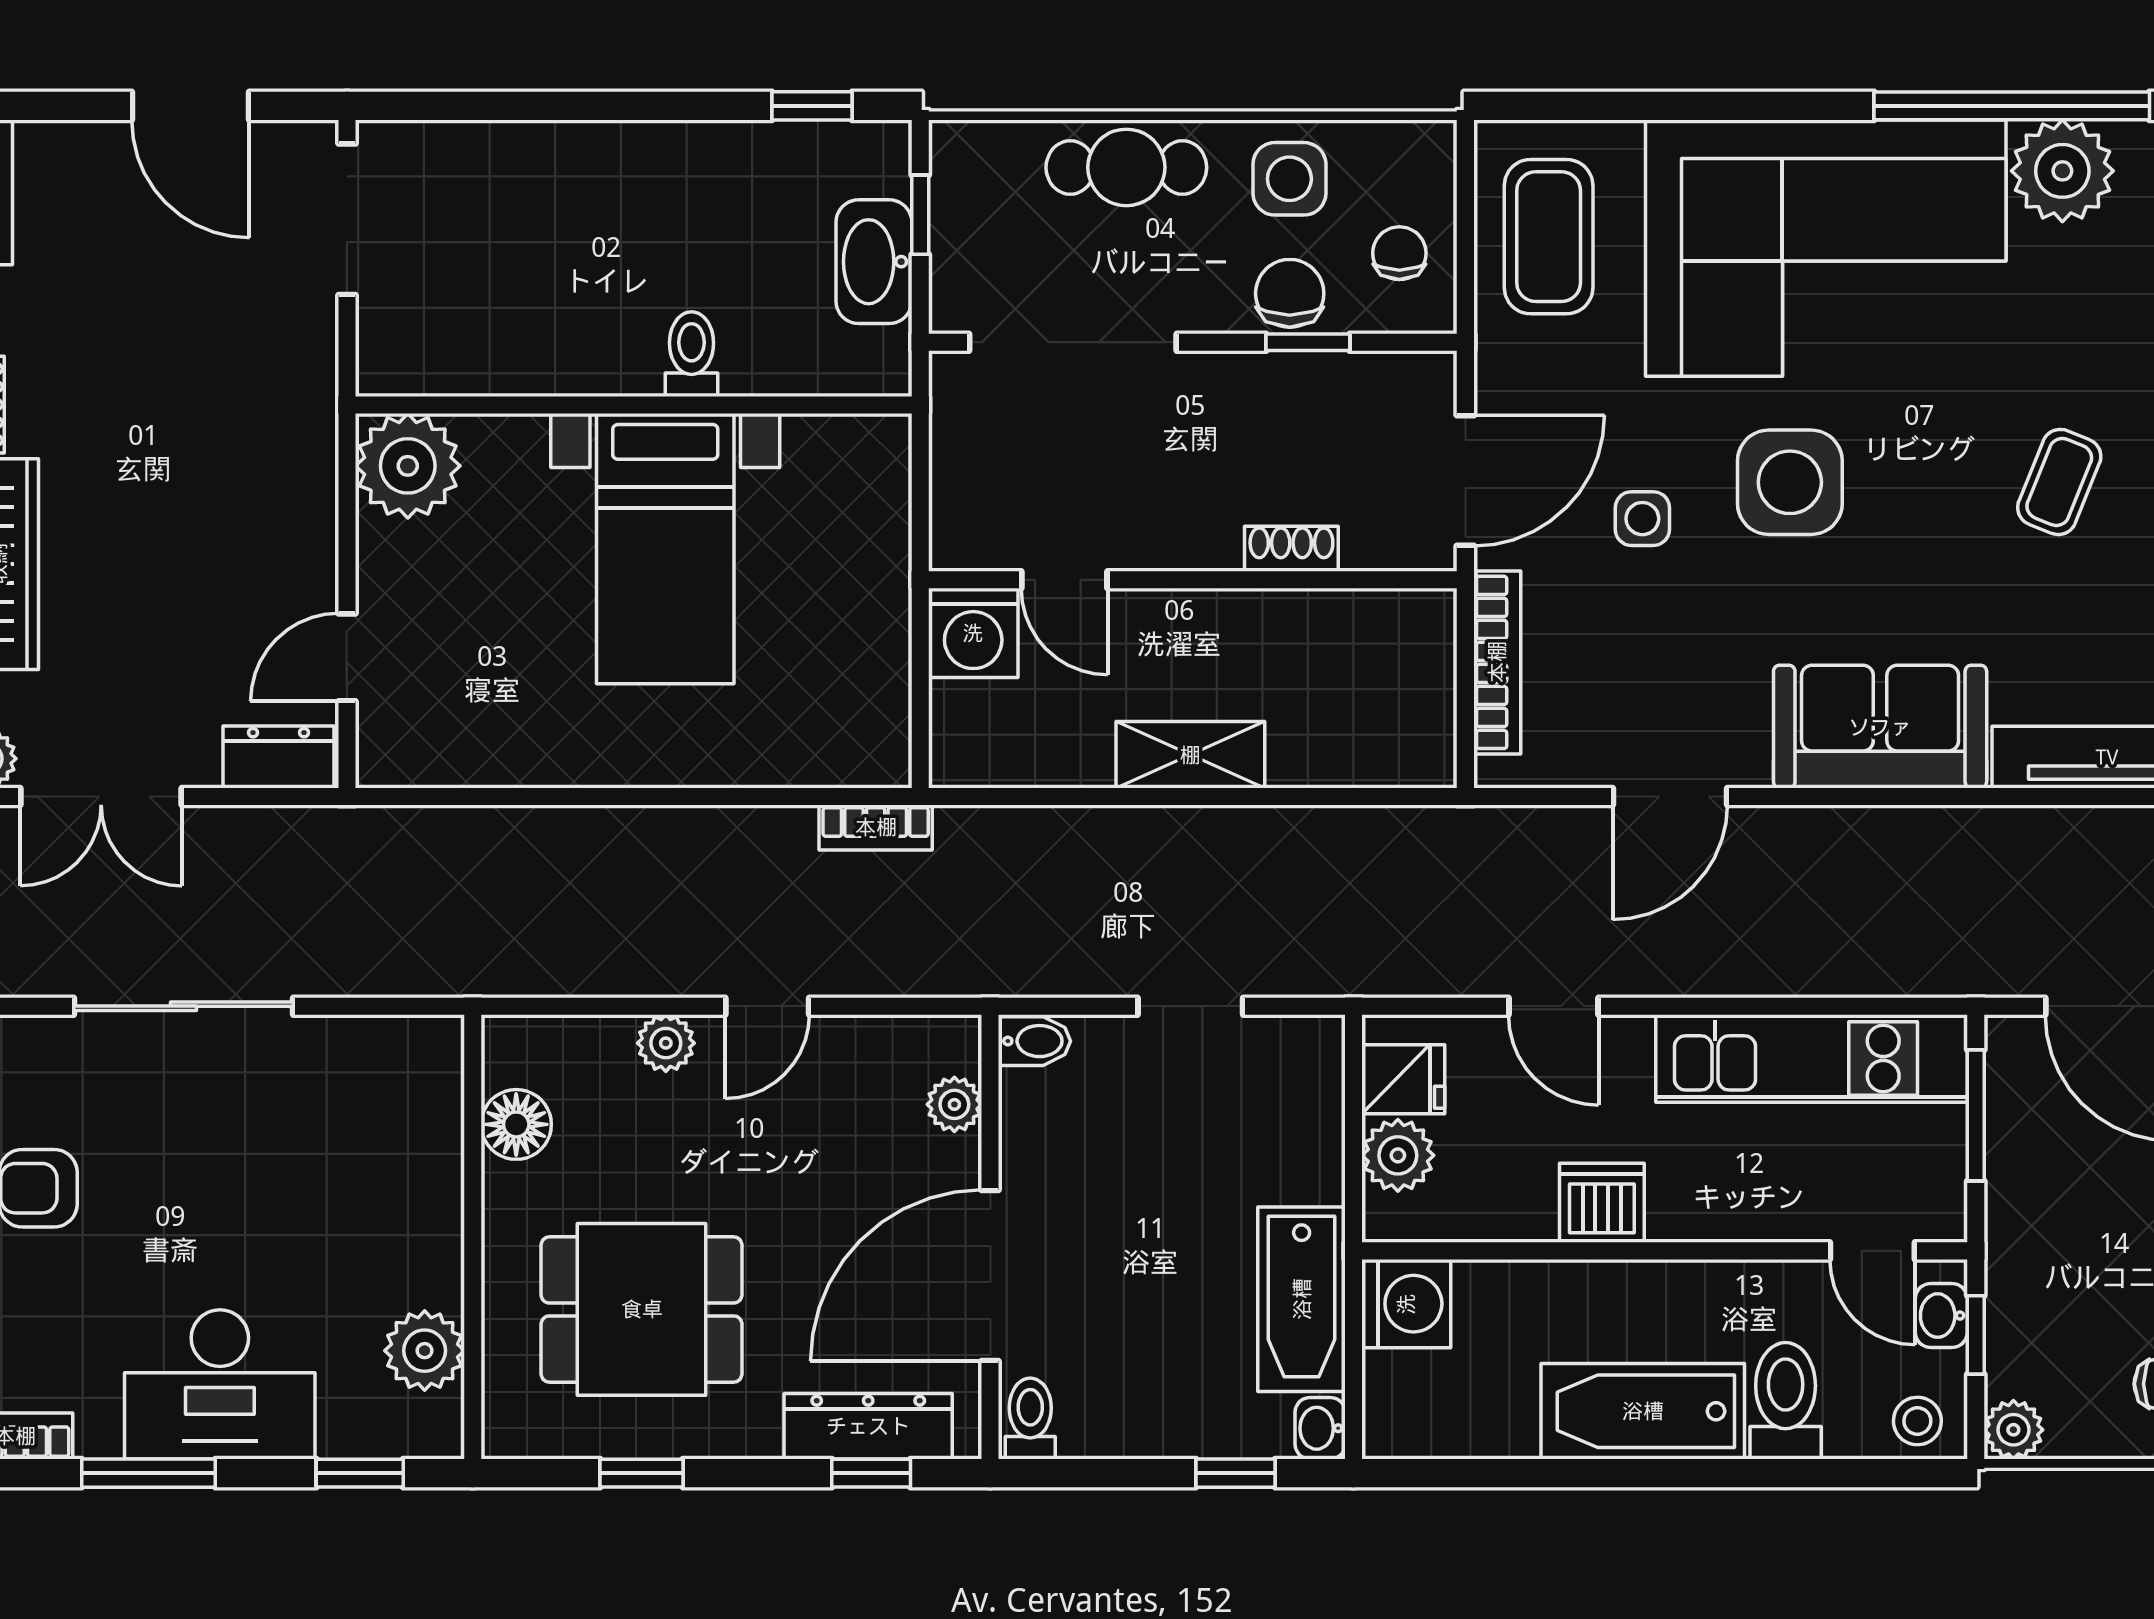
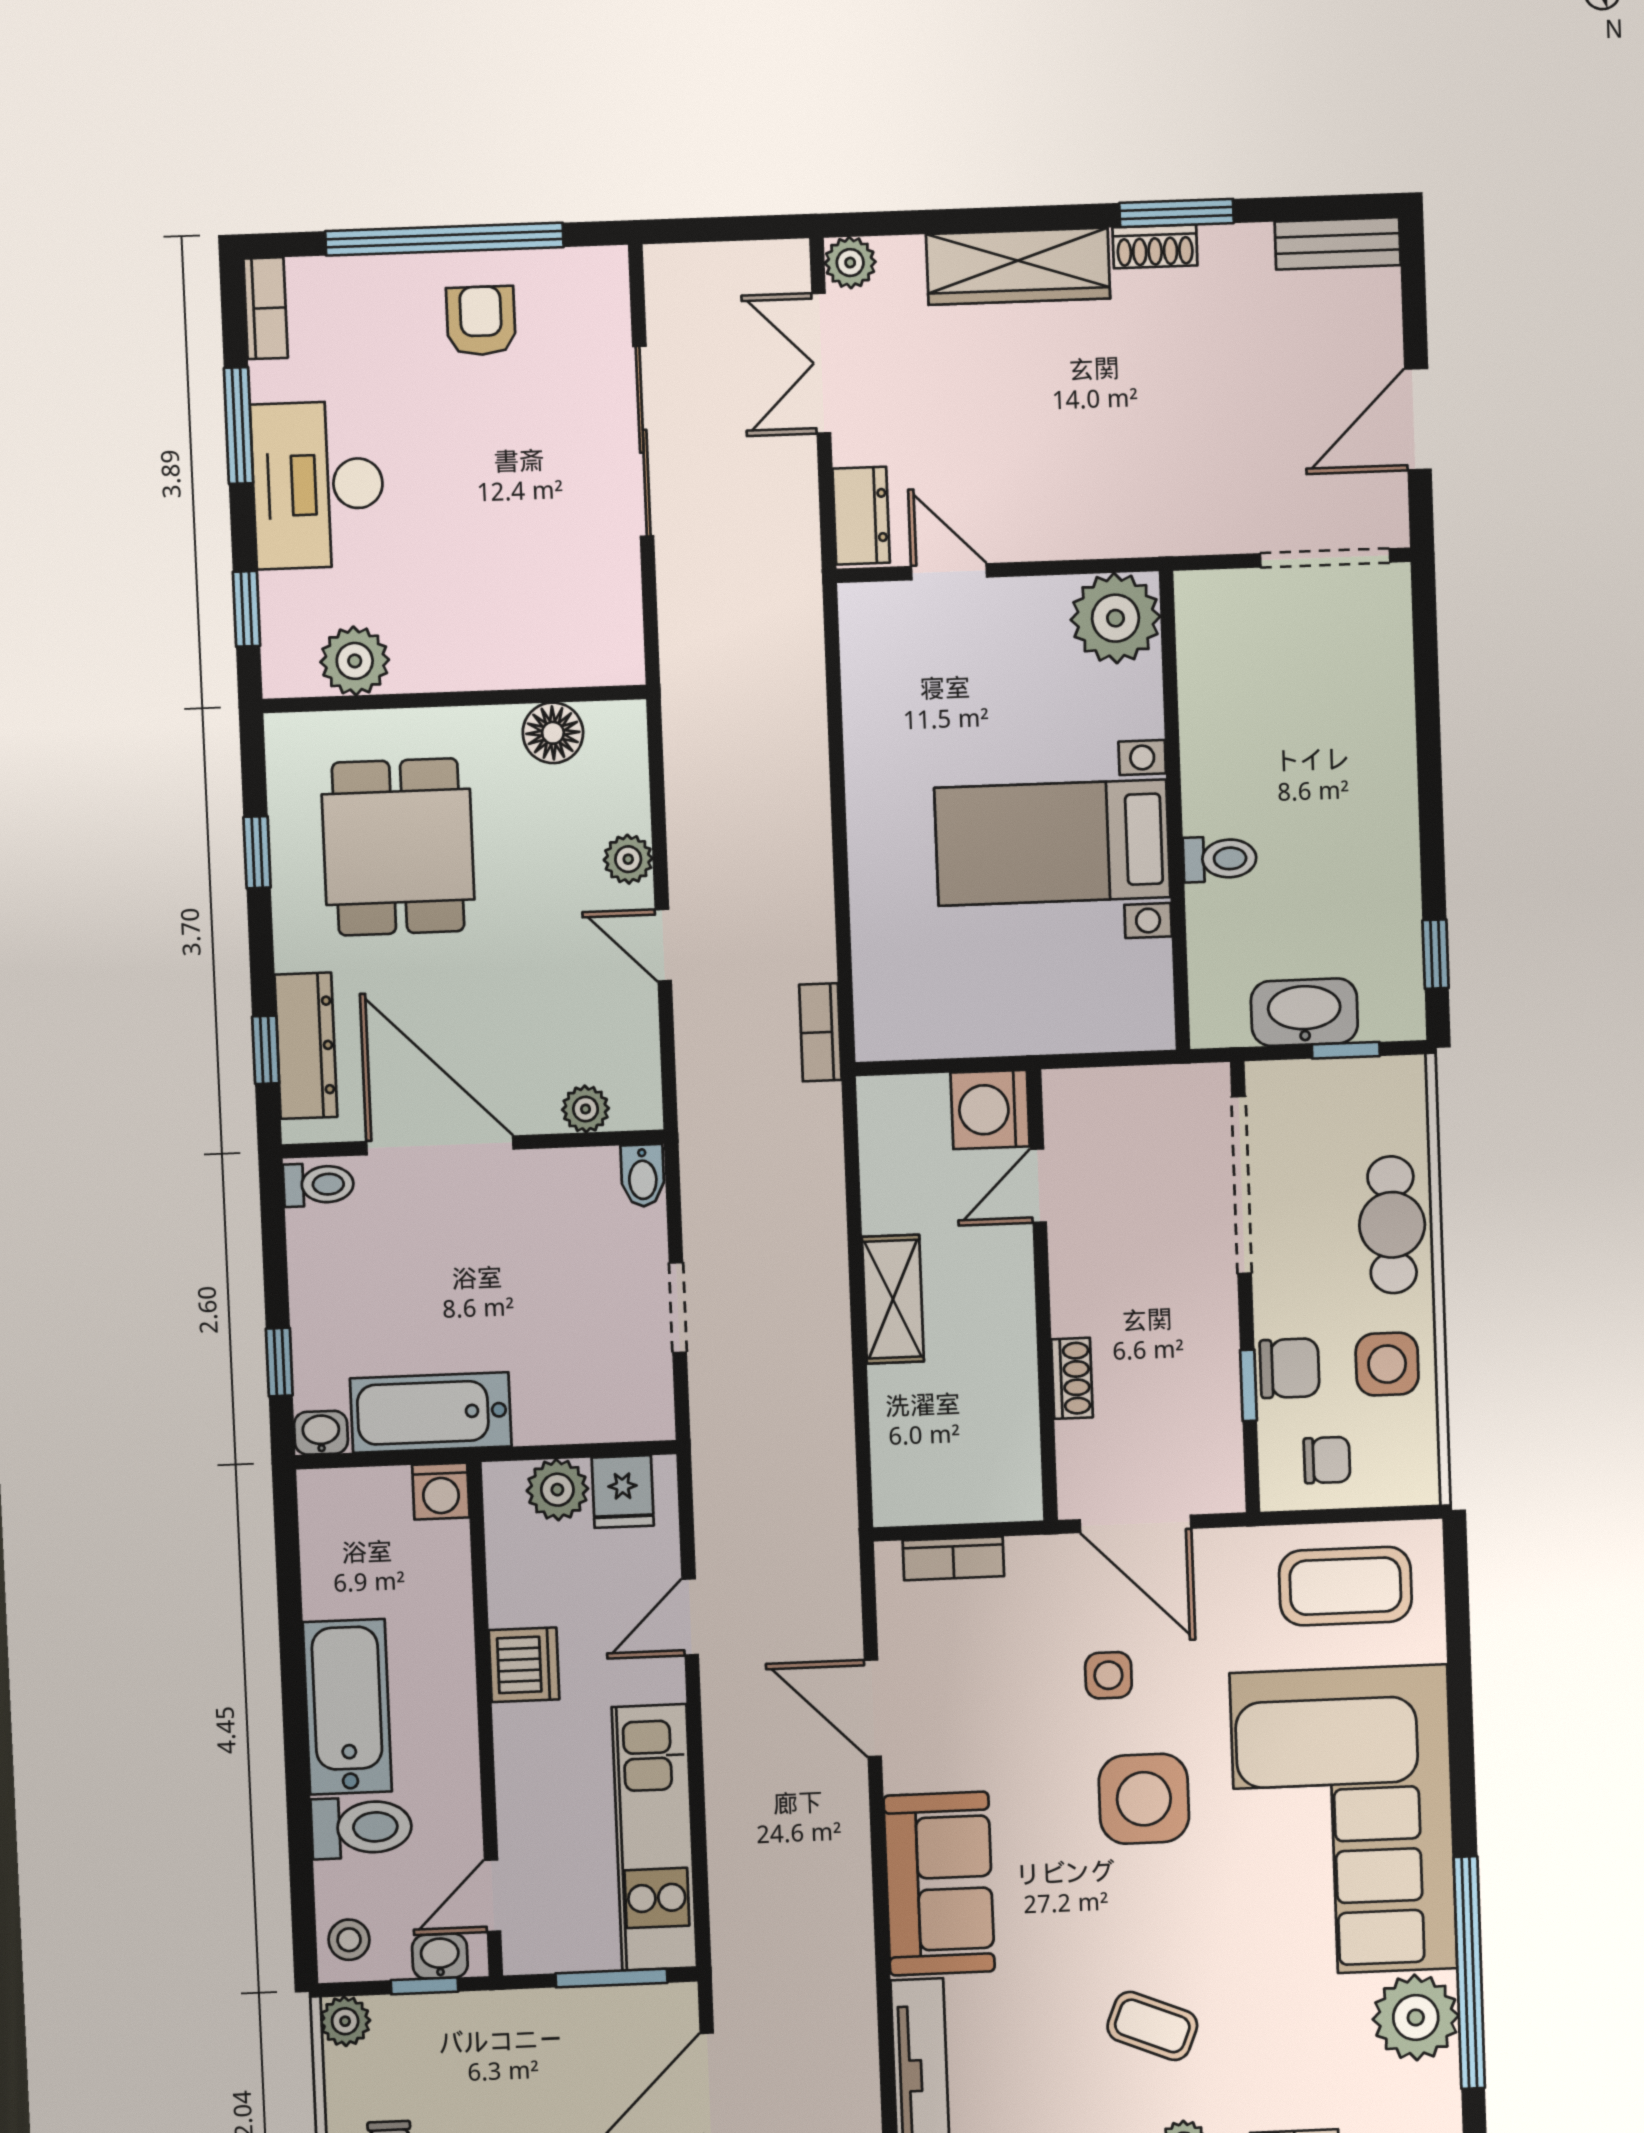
bookcase: (1497, 662) -> (953, 1558), width x0.64
washing machine: (1406, 1304) -> (441, 1491), width x0.73, depth x0.73

